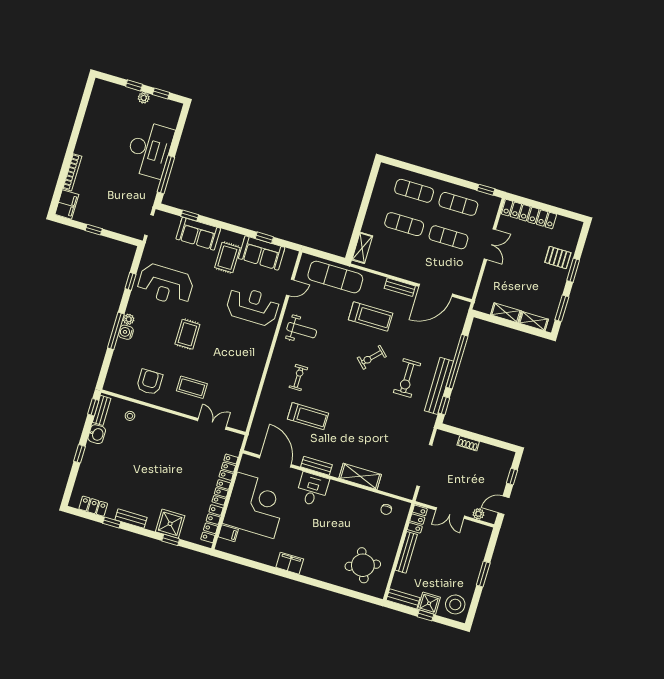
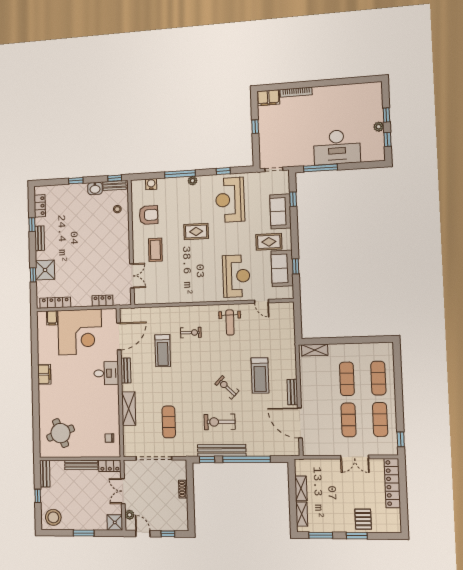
exercise mat: (335, 277) -> (169, 422), moved, width x0.73, depth x0.69
water cooler: (126, 332) -> (151, 184), moved
locker: (221, 492) -> (81, 302), removed
shower: (429, 603) -> (115, 522), moved

